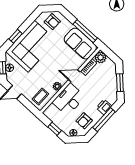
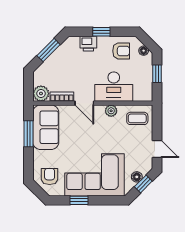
window: (85, 31) -> (29, 134), width x0.69
window: (16, 36) -> (79, 200), moved
window: (104, 120) -> (101, 32), width x0.46

